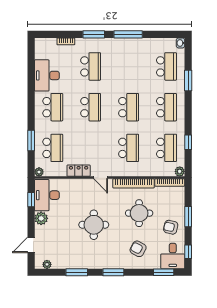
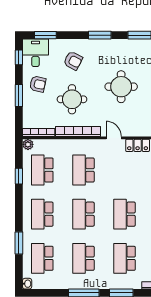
school desk: (129, 66) -> (83, 258), added

